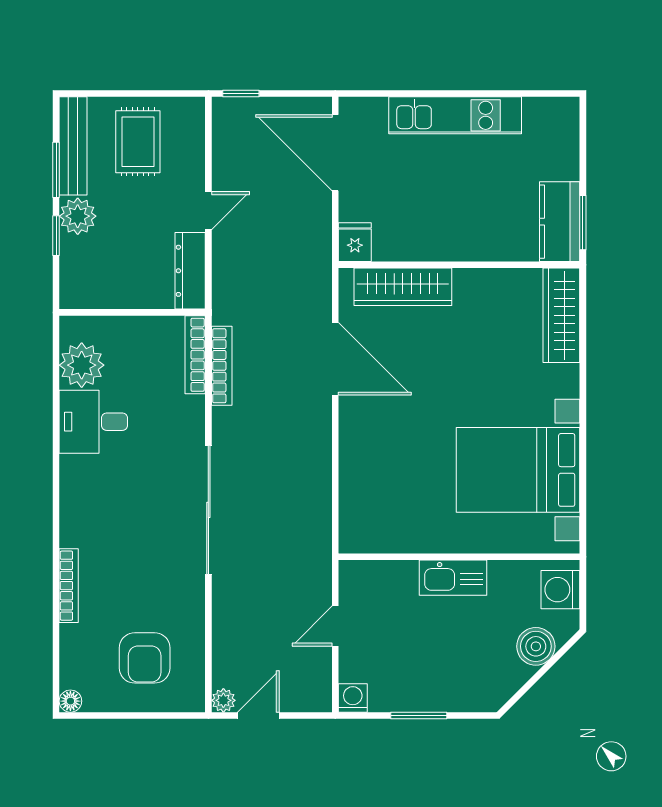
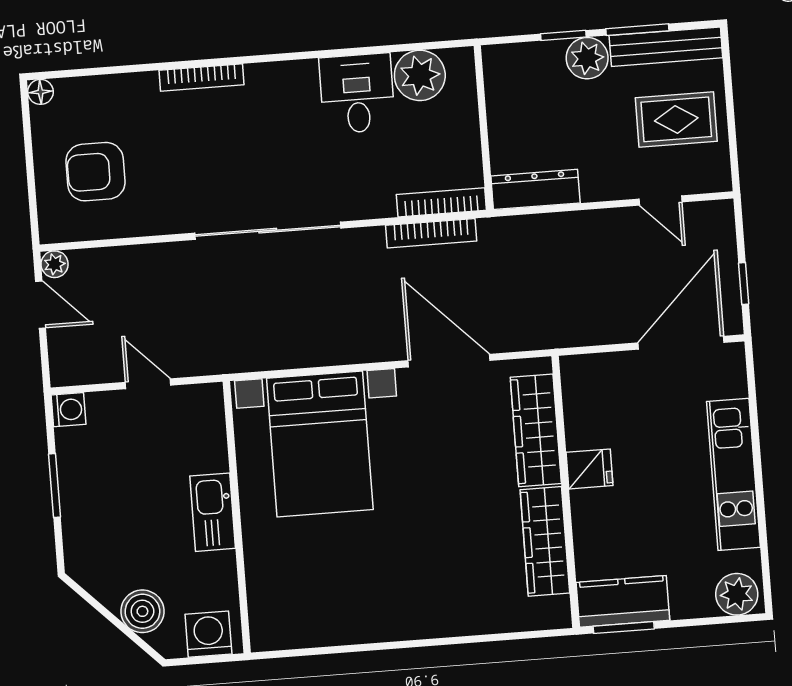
window: (241, 93) -> (744, 283), moved
plant: (561, 121) -> (737, 594), added
door: (208, 211) -> (660, 200), moved
fridge: (355, 242) -> (589, 469), moved
wardrobe: (561, 315) -> (545, 541), moved, turned -90
door: (335, 359) -> (449, 361), swing flipped
bed with nightstands: (518, 470) -> (320, 444), moved, turned 180
bookcase: (69, 586) -> (202, 78), moved

